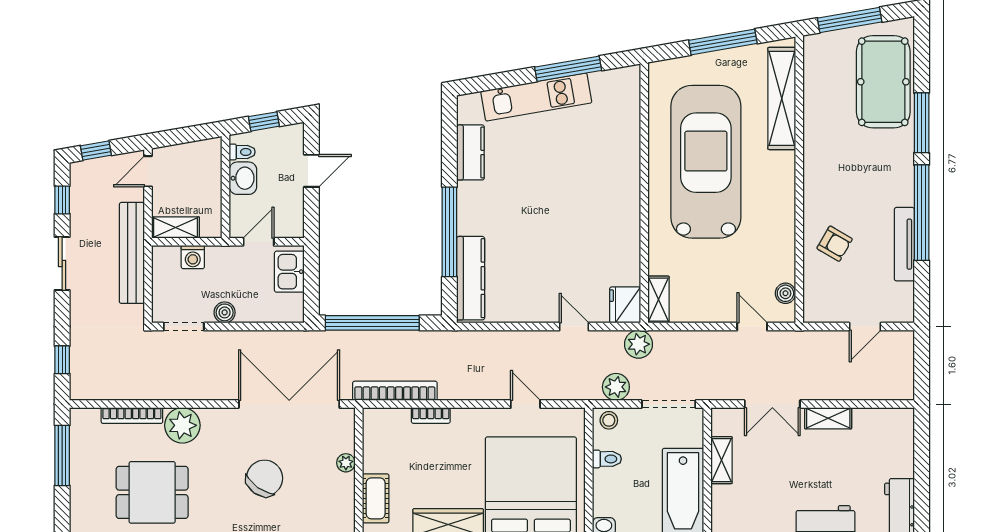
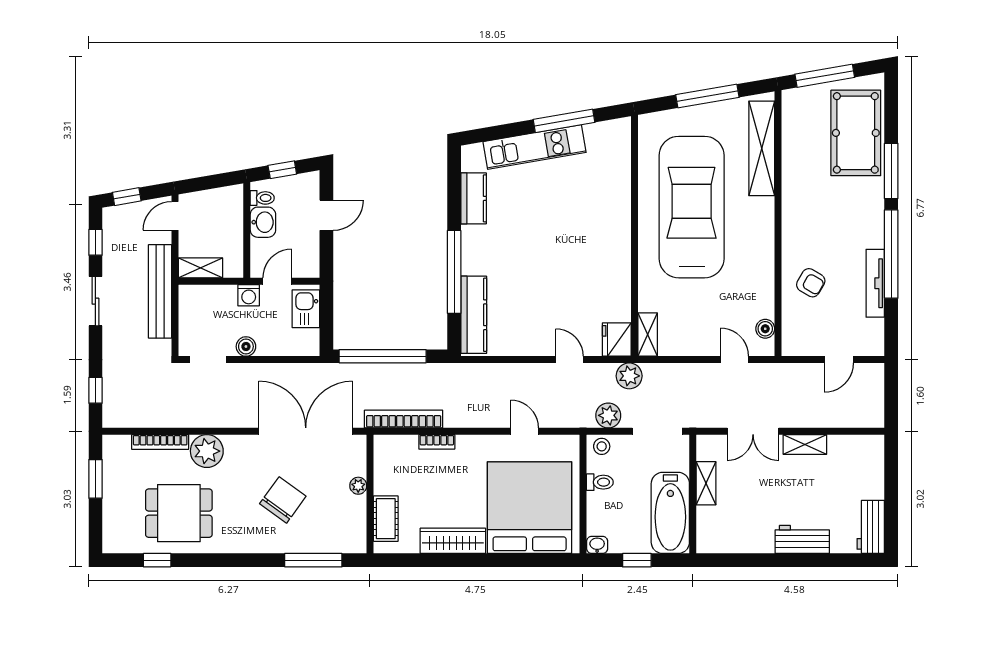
washing machine: (193, 257) -> (249, 295), moved
window: (62, 455) -> (95, 479), width x0.69

